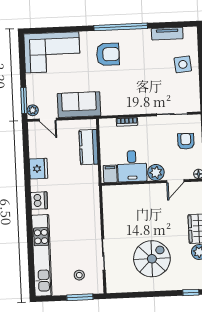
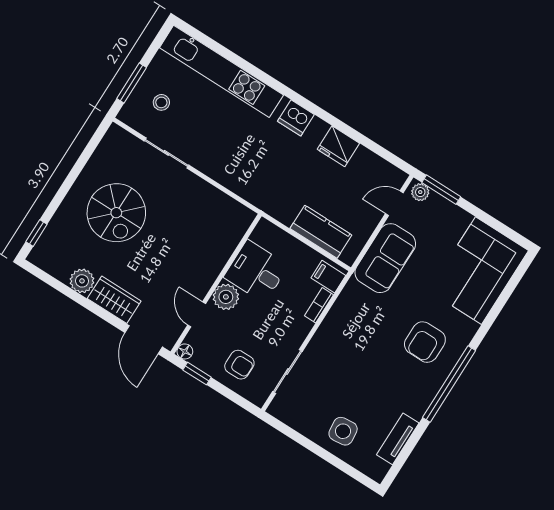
filing cabinet: (110, 174) -> (328, 277), moved, turned 180

